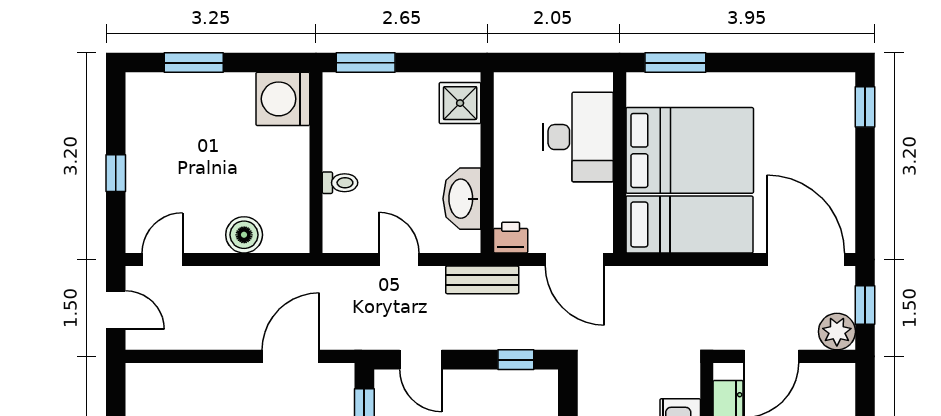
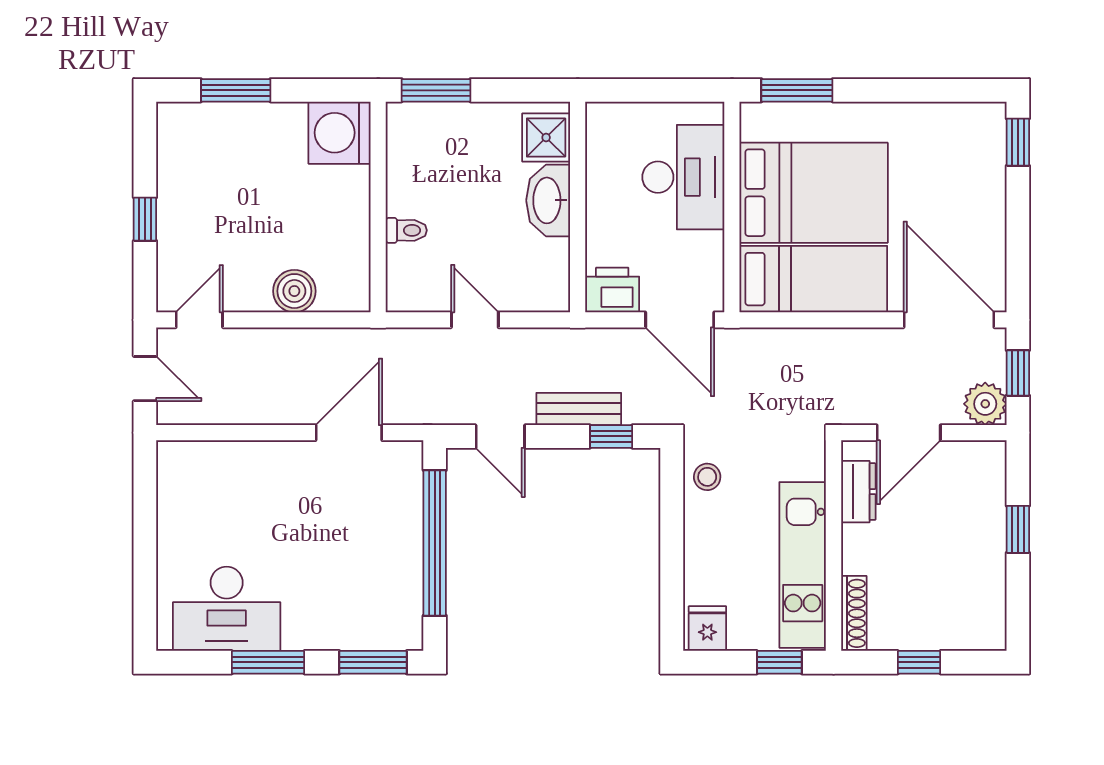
washbasin: (462, 199) -> (548, 200), moved
printer: (511, 238) -> (612, 290), width x1.36, depth x1.24
bench: (482, 280) -> (579, 409), moved
stool: (598, 394) -> (707, 477), added

